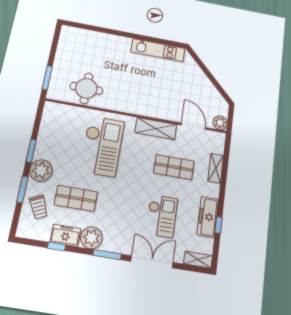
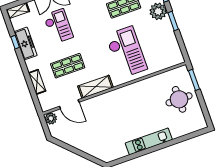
kitchen unit: (158, 50) -> (149, 141), moved
round table: (86, 88) -> (179, 99), moved
checkout: (102, 146) -> (126, 52), turned 180
checkout: (162, 216) -> (58, 26), turned 180

